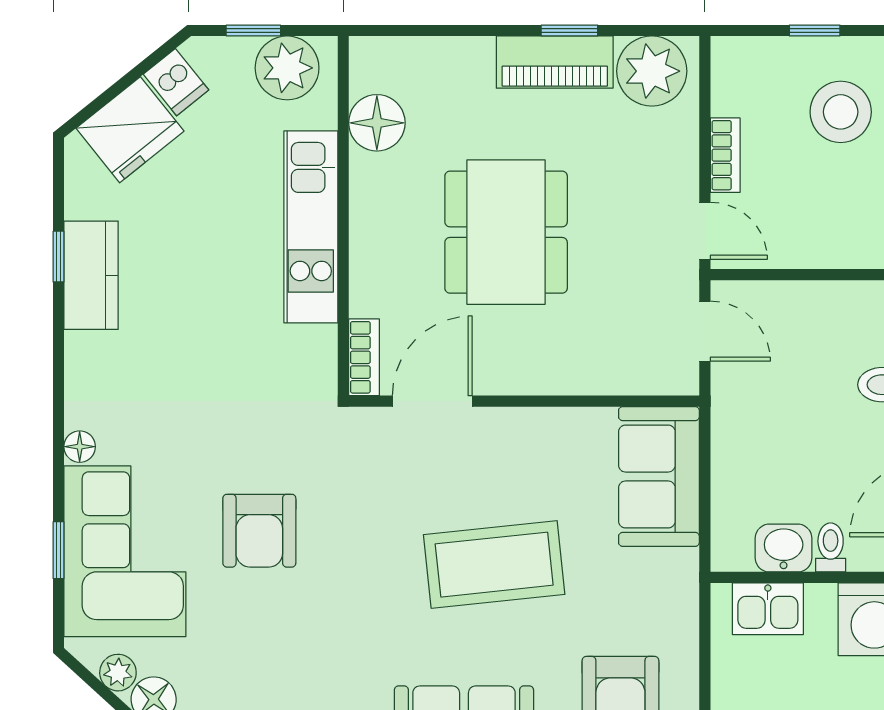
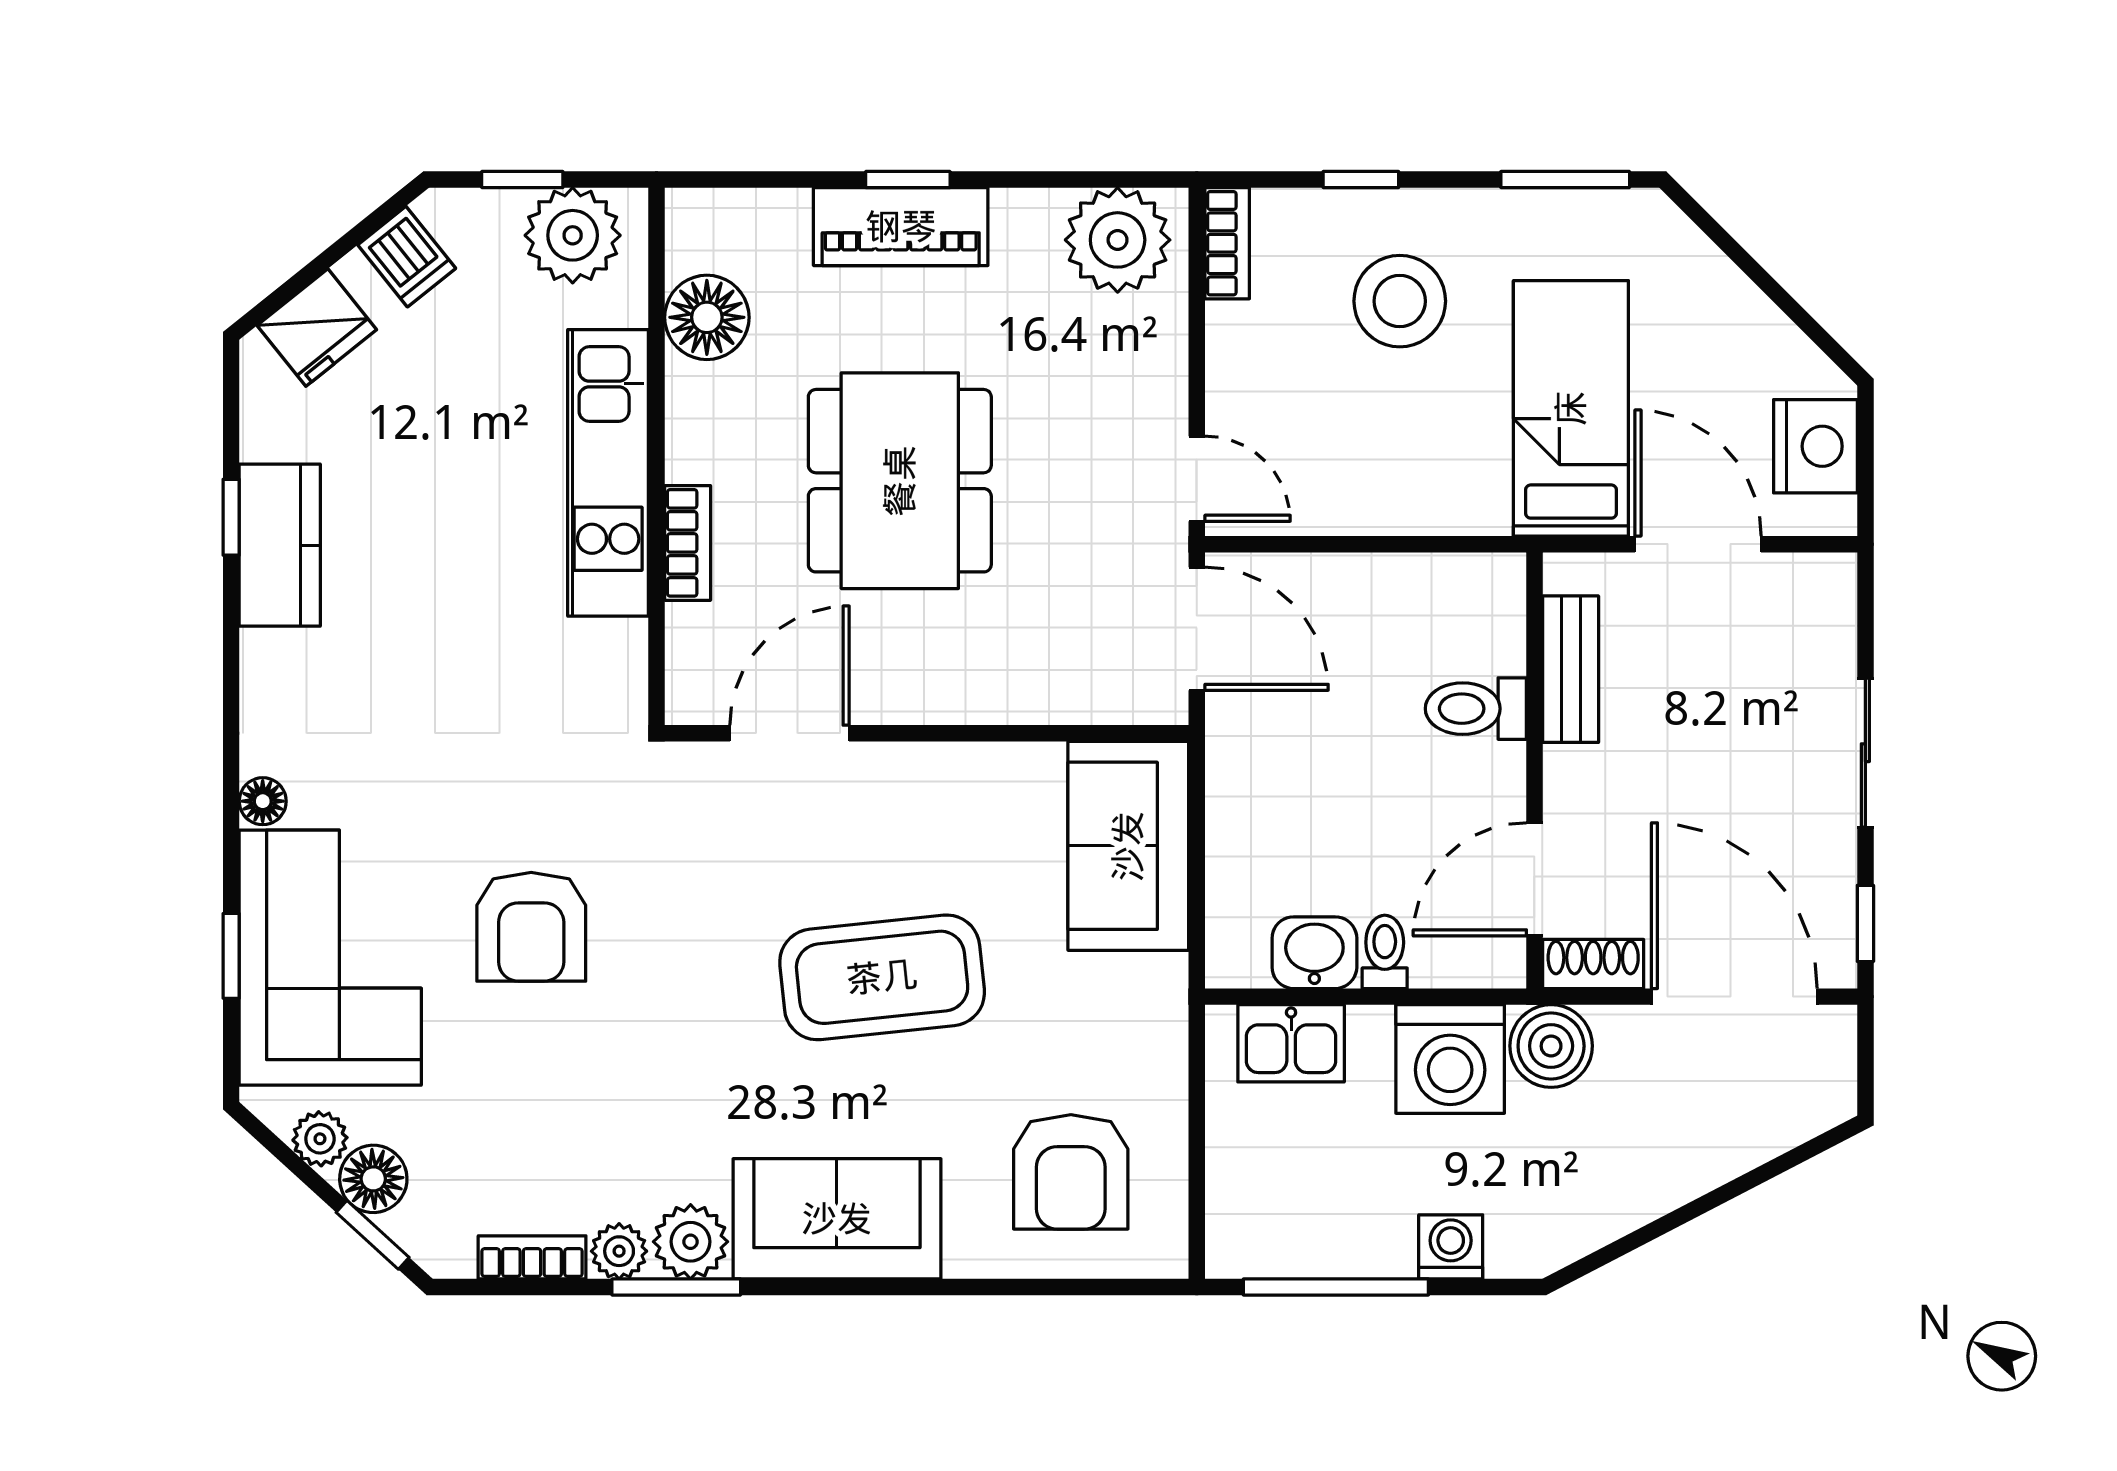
window: (569, 31) -> (908, 179), moved
piano: (555, 62) -> (901, 227), moved
fridge: (130, 130) -> (317, 328), width x0.73, depth x0.75
bookcase: (725, 155) -> (1227, 243), moved
door: (705, 331) -> (1197, 629), width x1.38
bookcase: (364, 357) -> (688, 543), moved

